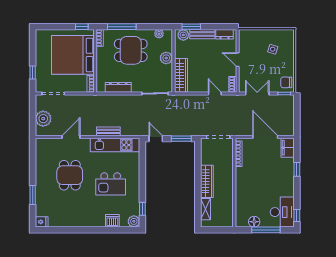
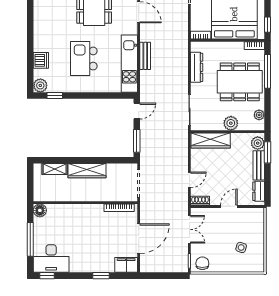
dining table: (131, 50) -> (240, 82), width x1.38
floor lamp: (254, 222) -> (40, 210), moved

